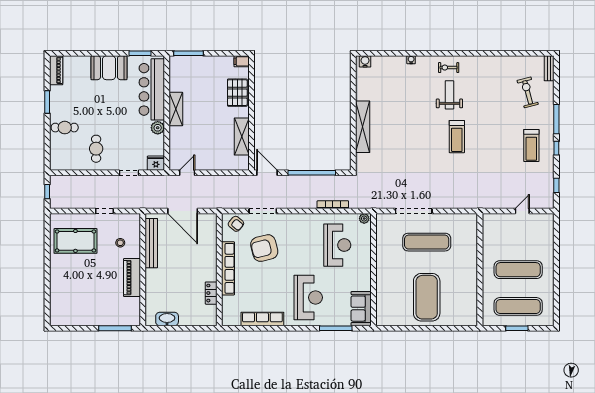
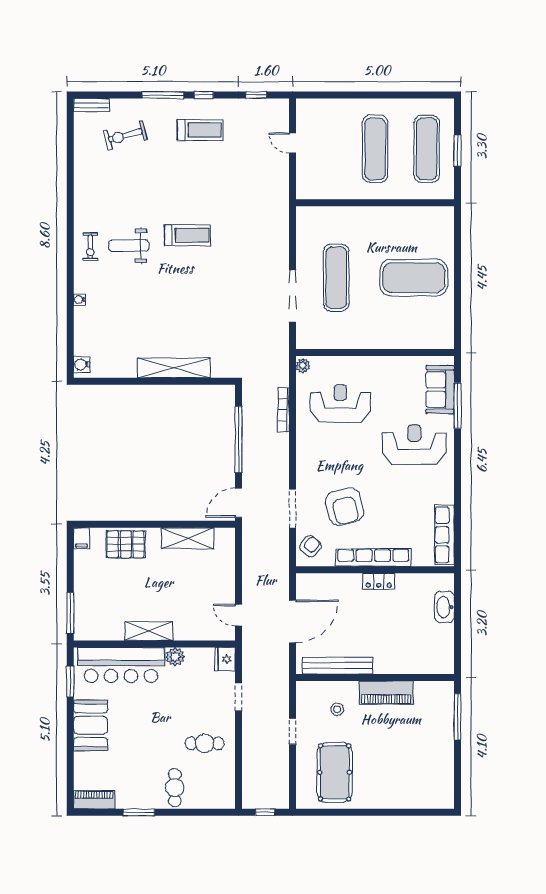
locker: (211, 293) -> (379, 581), moved
sofa: (361, 309) -> (440, 389), moved, turned 90
washbasin: (167, 319) -> (444, 607), moved
row of seats: (262, 319) -> (444, 535), moved

